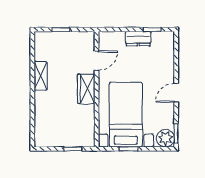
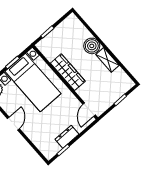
door: (97, 61) -> (89, 110), moved
wardrobe: (86, 89) -> (68, 72), width x1.50
boiler: (44, 101) -> (92, 46), added

